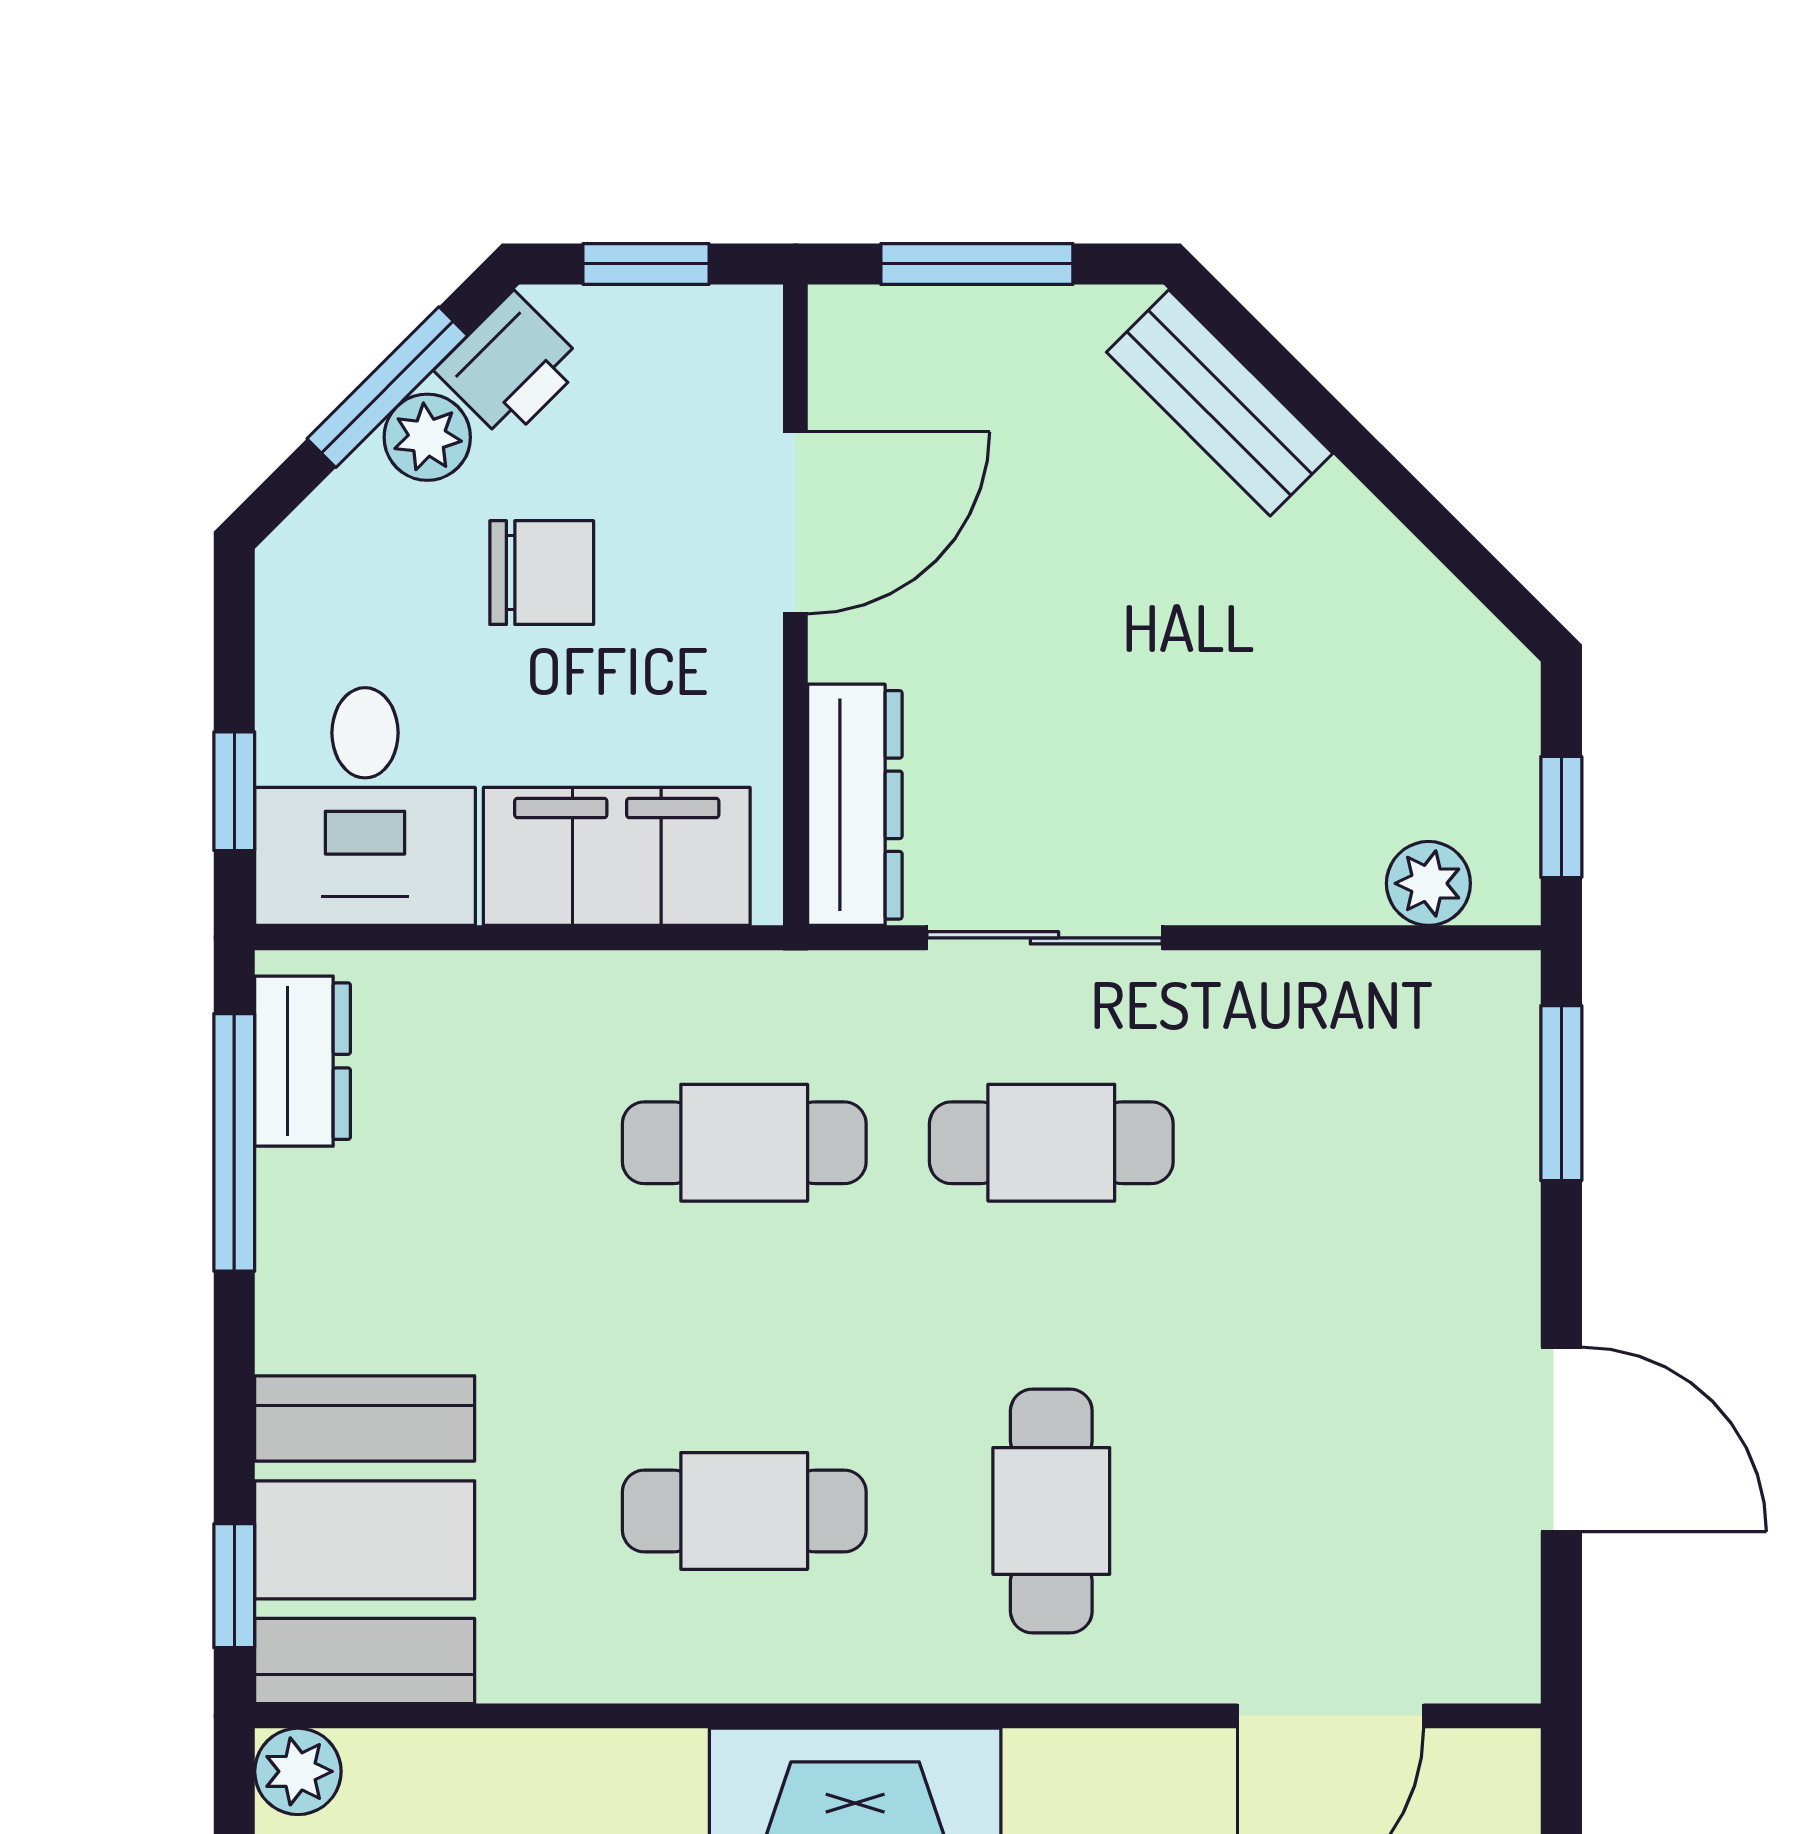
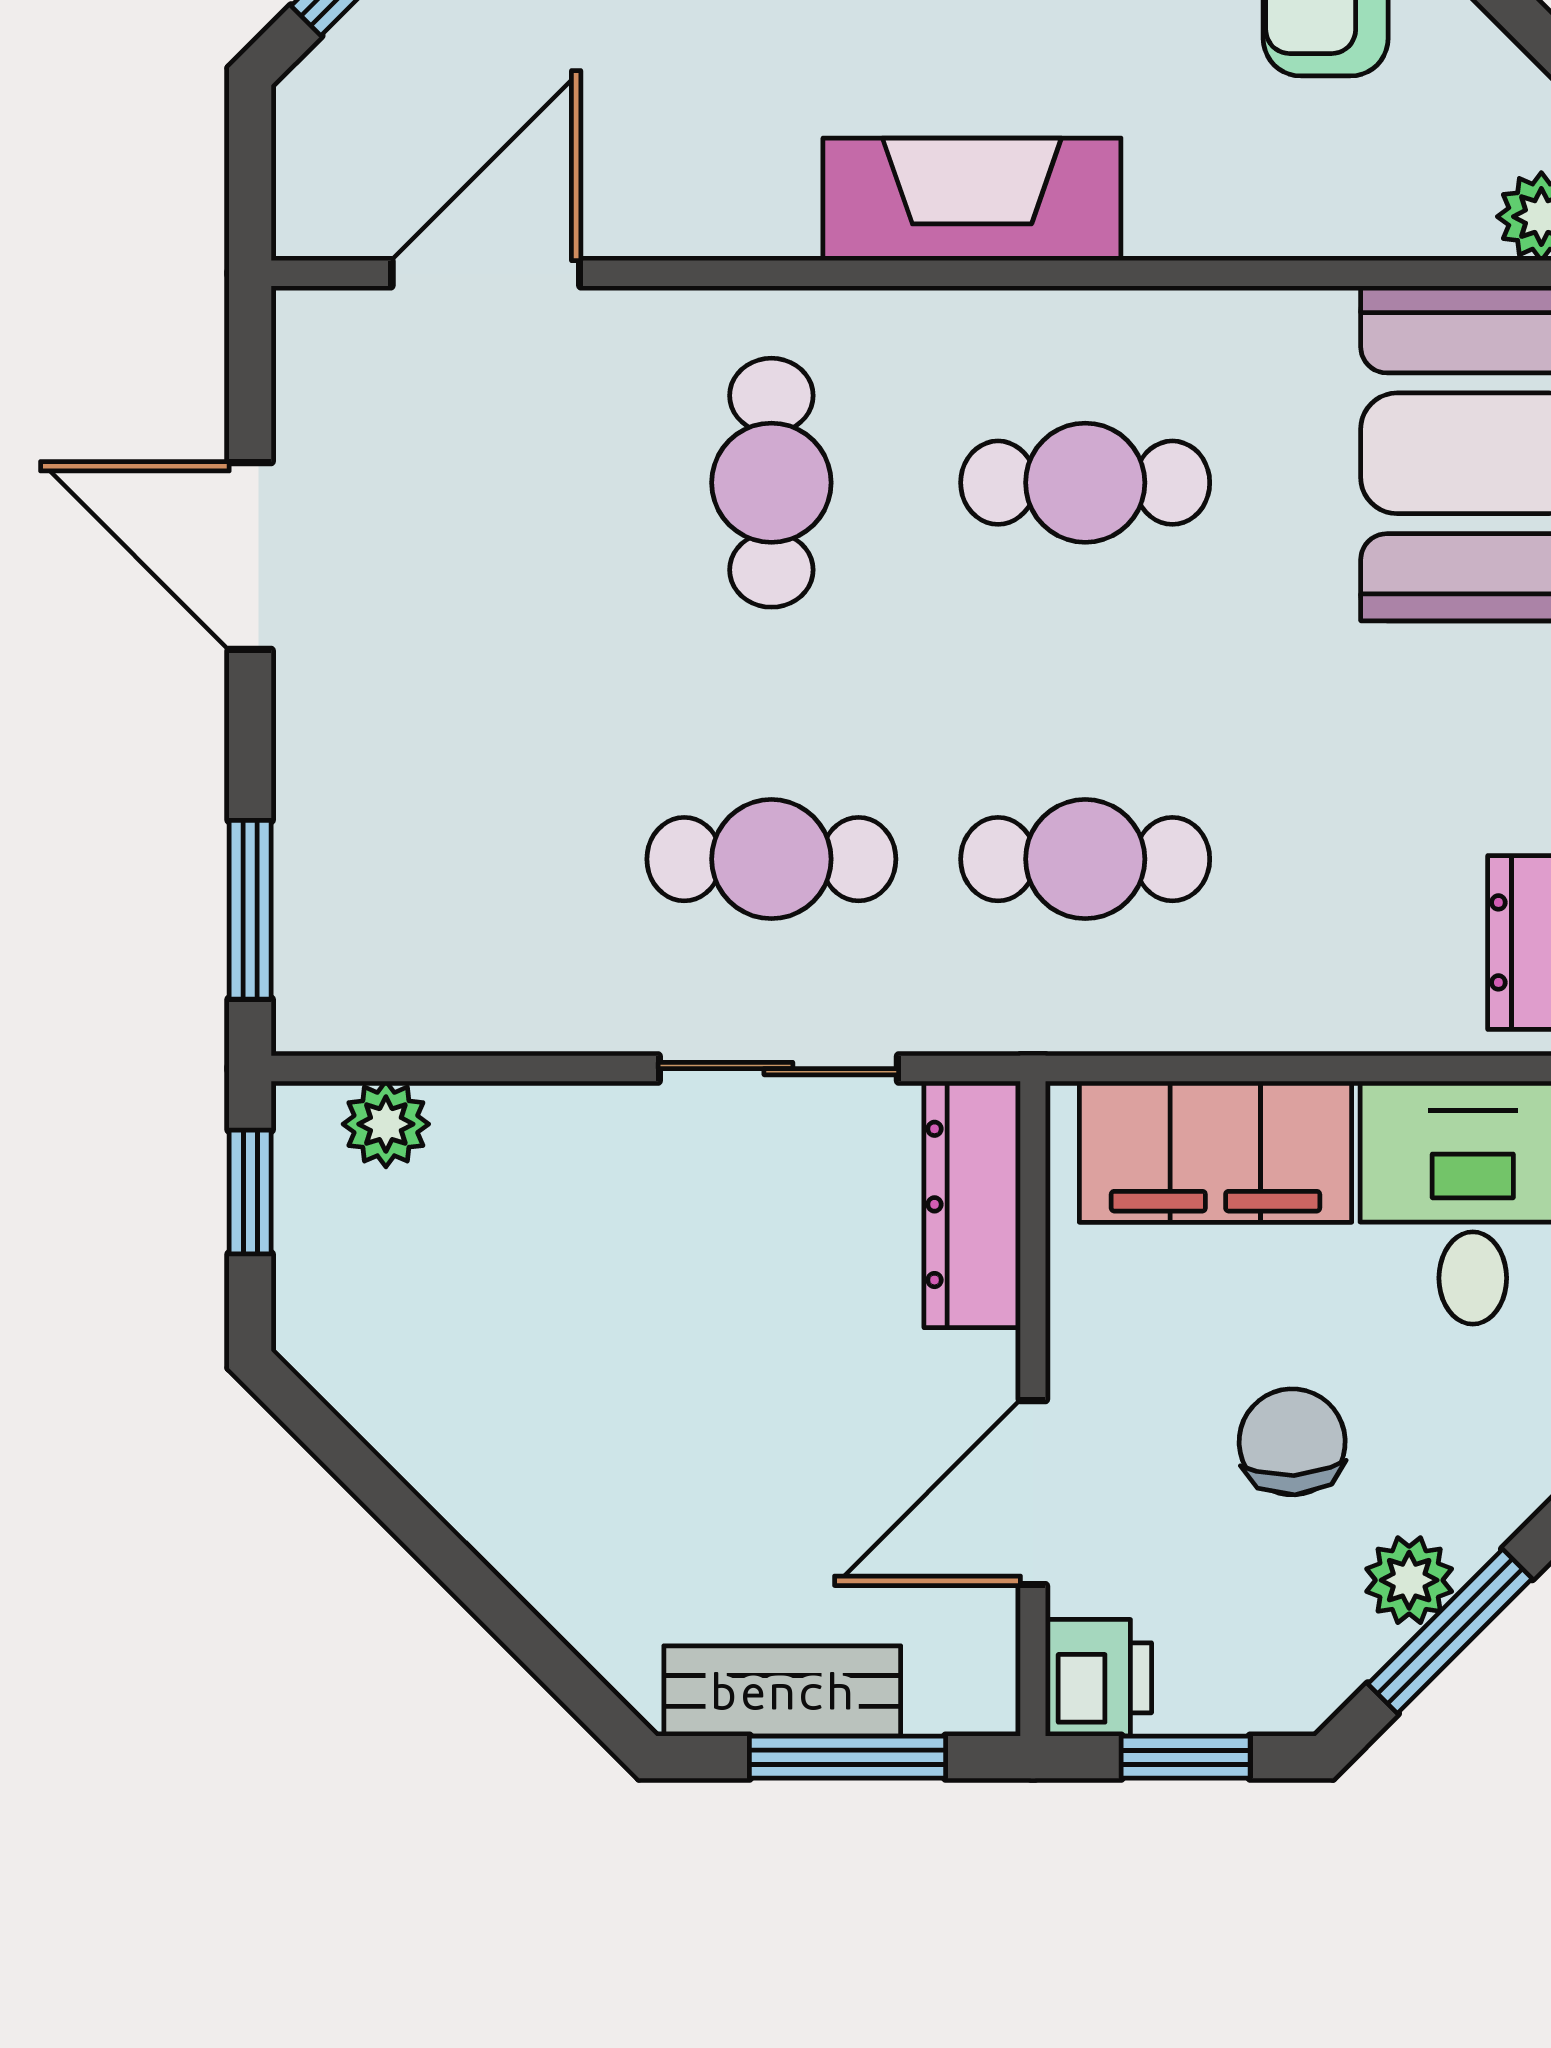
printer: (510, 367) -> (1099, 1678), moved, turned 135
bench: (1220, 403) -> (782, 1691), moved, turned -45
chair: (542, 573) -> (1292, 1442), turned 87

